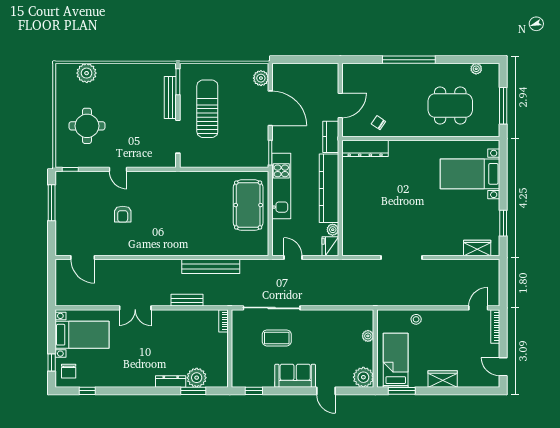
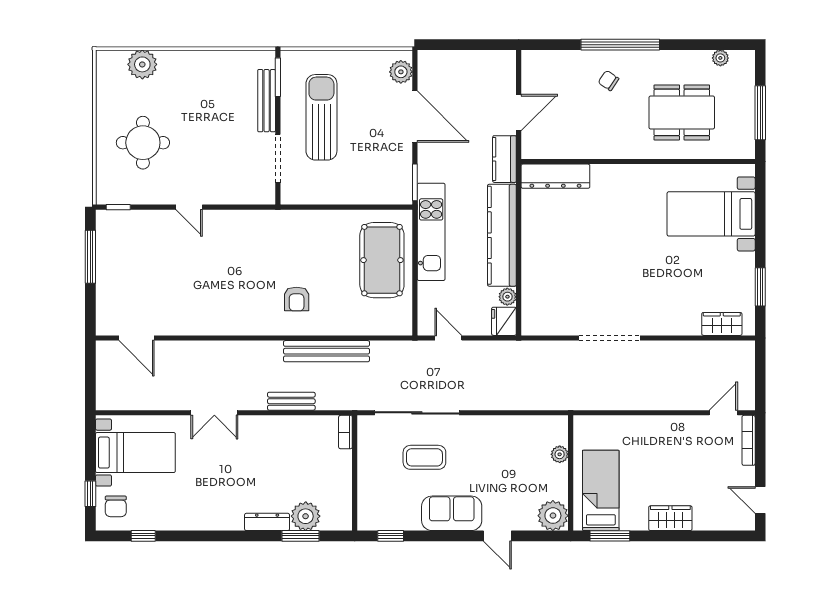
chair: (378, 123) -> (609, 81), moved
armchair: (123, 214) -> (297, 299), moved
stool: (416, 319) -> (631, 430), removed

